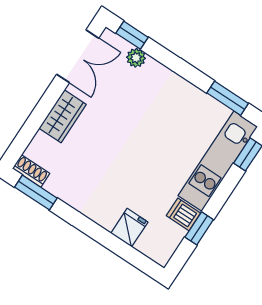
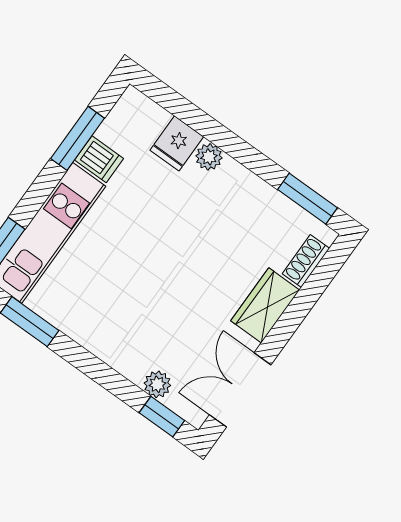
shoe rack: (31, 171) -> (306, 261), moved, turned 90
plant: (106, 219) -> (209, 157), added
window: (199, 228) -> (78, 138), width x1.50

